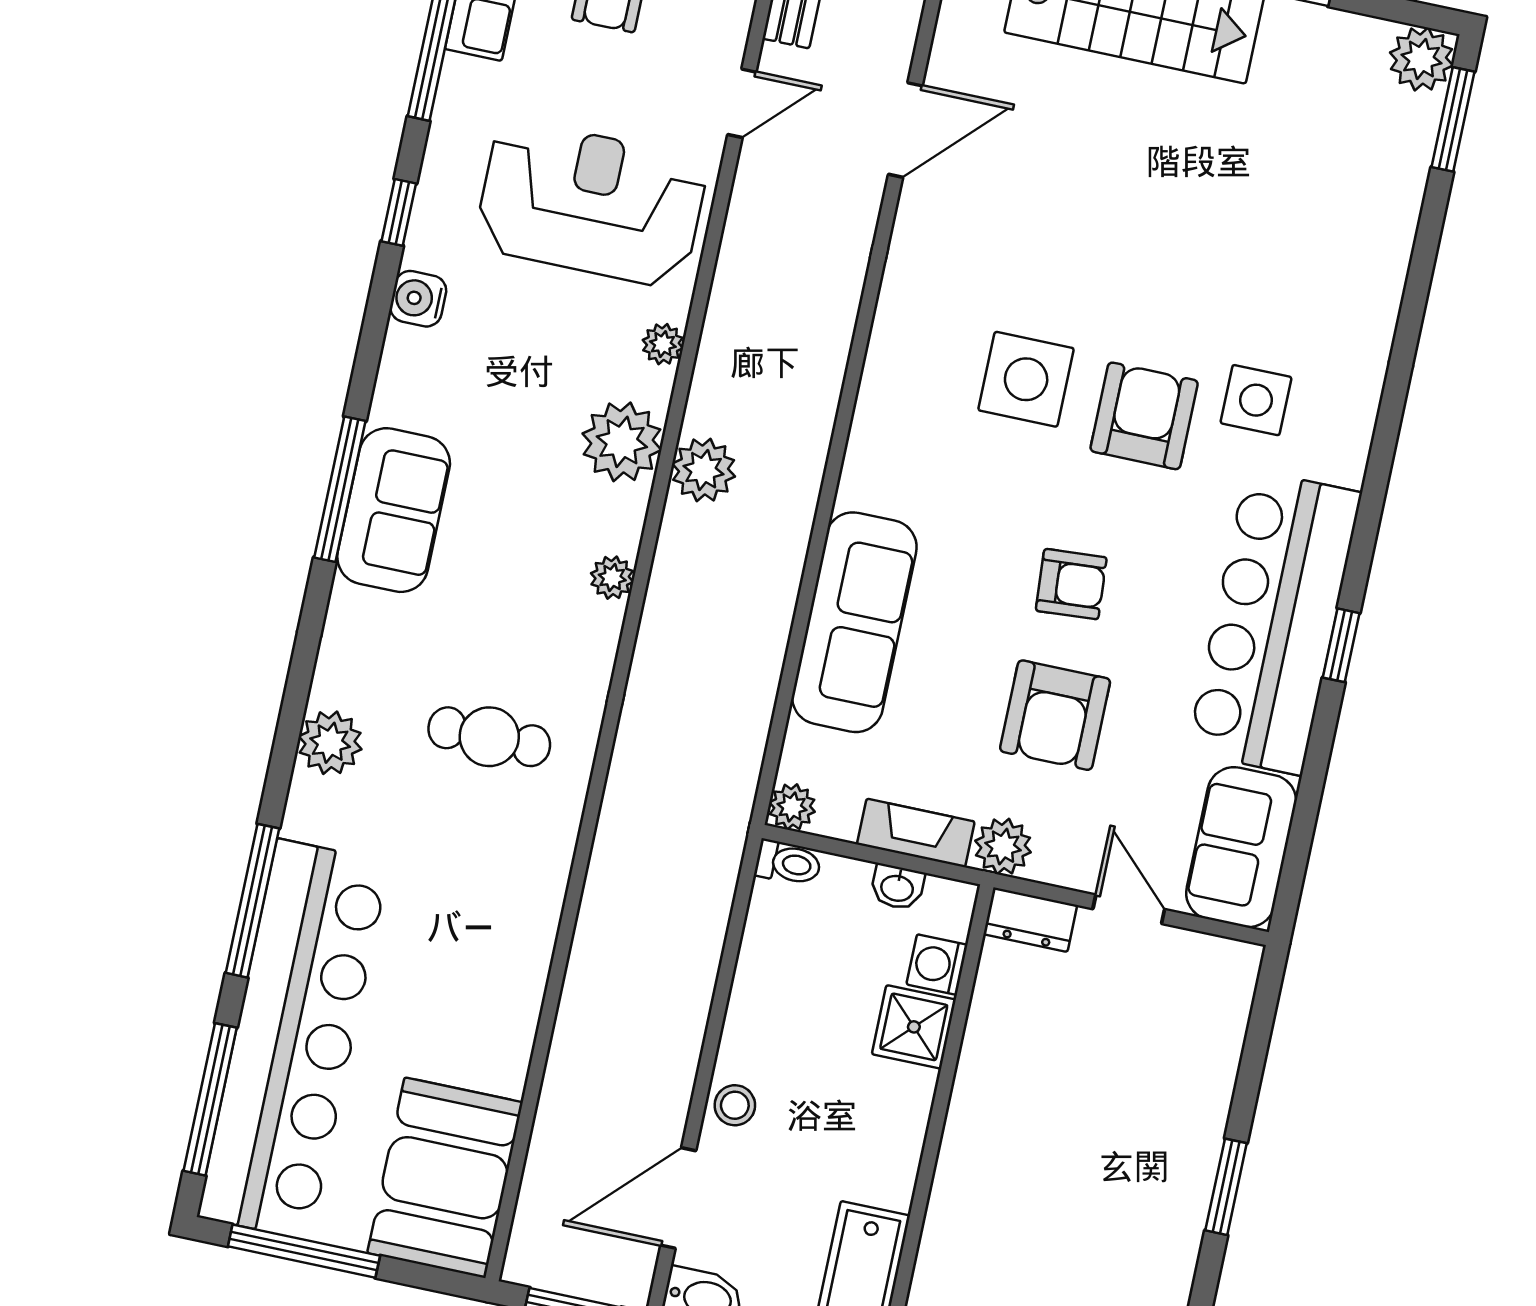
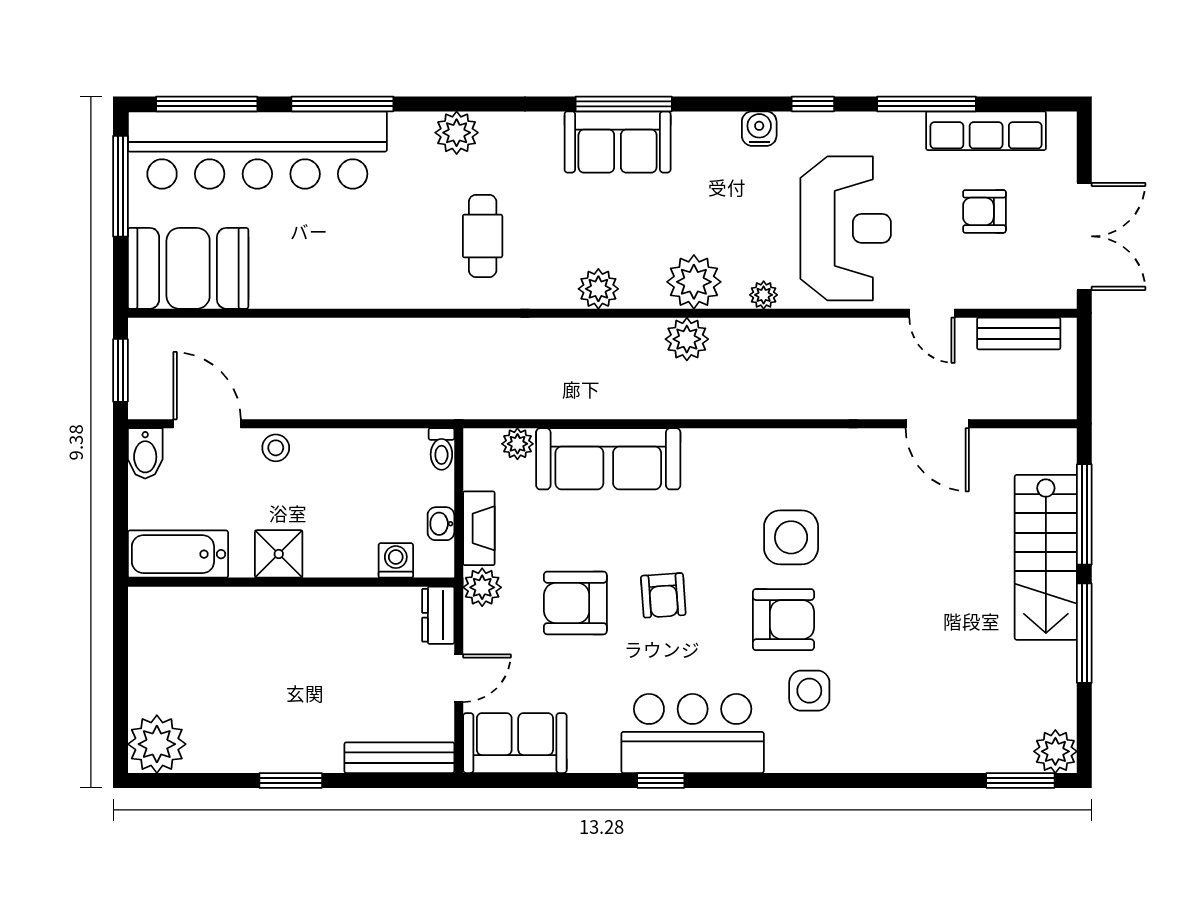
plant: (612, 578) -> (598, 289), width x1.38, depth x1.38
bar counter: (1274, 622) -> (693, 733), width x0.73
plant: (792, 807) -> (517, 444), moved
bench: (1227, 1021) -> (399, 758), added
shower: (914, 1027) -> (279, 554), moved

